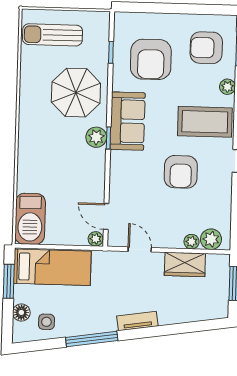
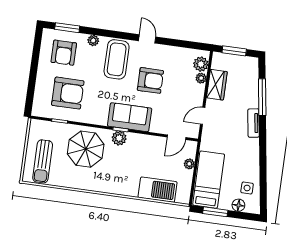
sofa: (128, 121) -> (130, 117), moved
barbecue: (30, 219) -> (158, 190), moved
plant: (96, 239) -> (189, 164), moved
window: (92, 339) -> (262, 97), moved

